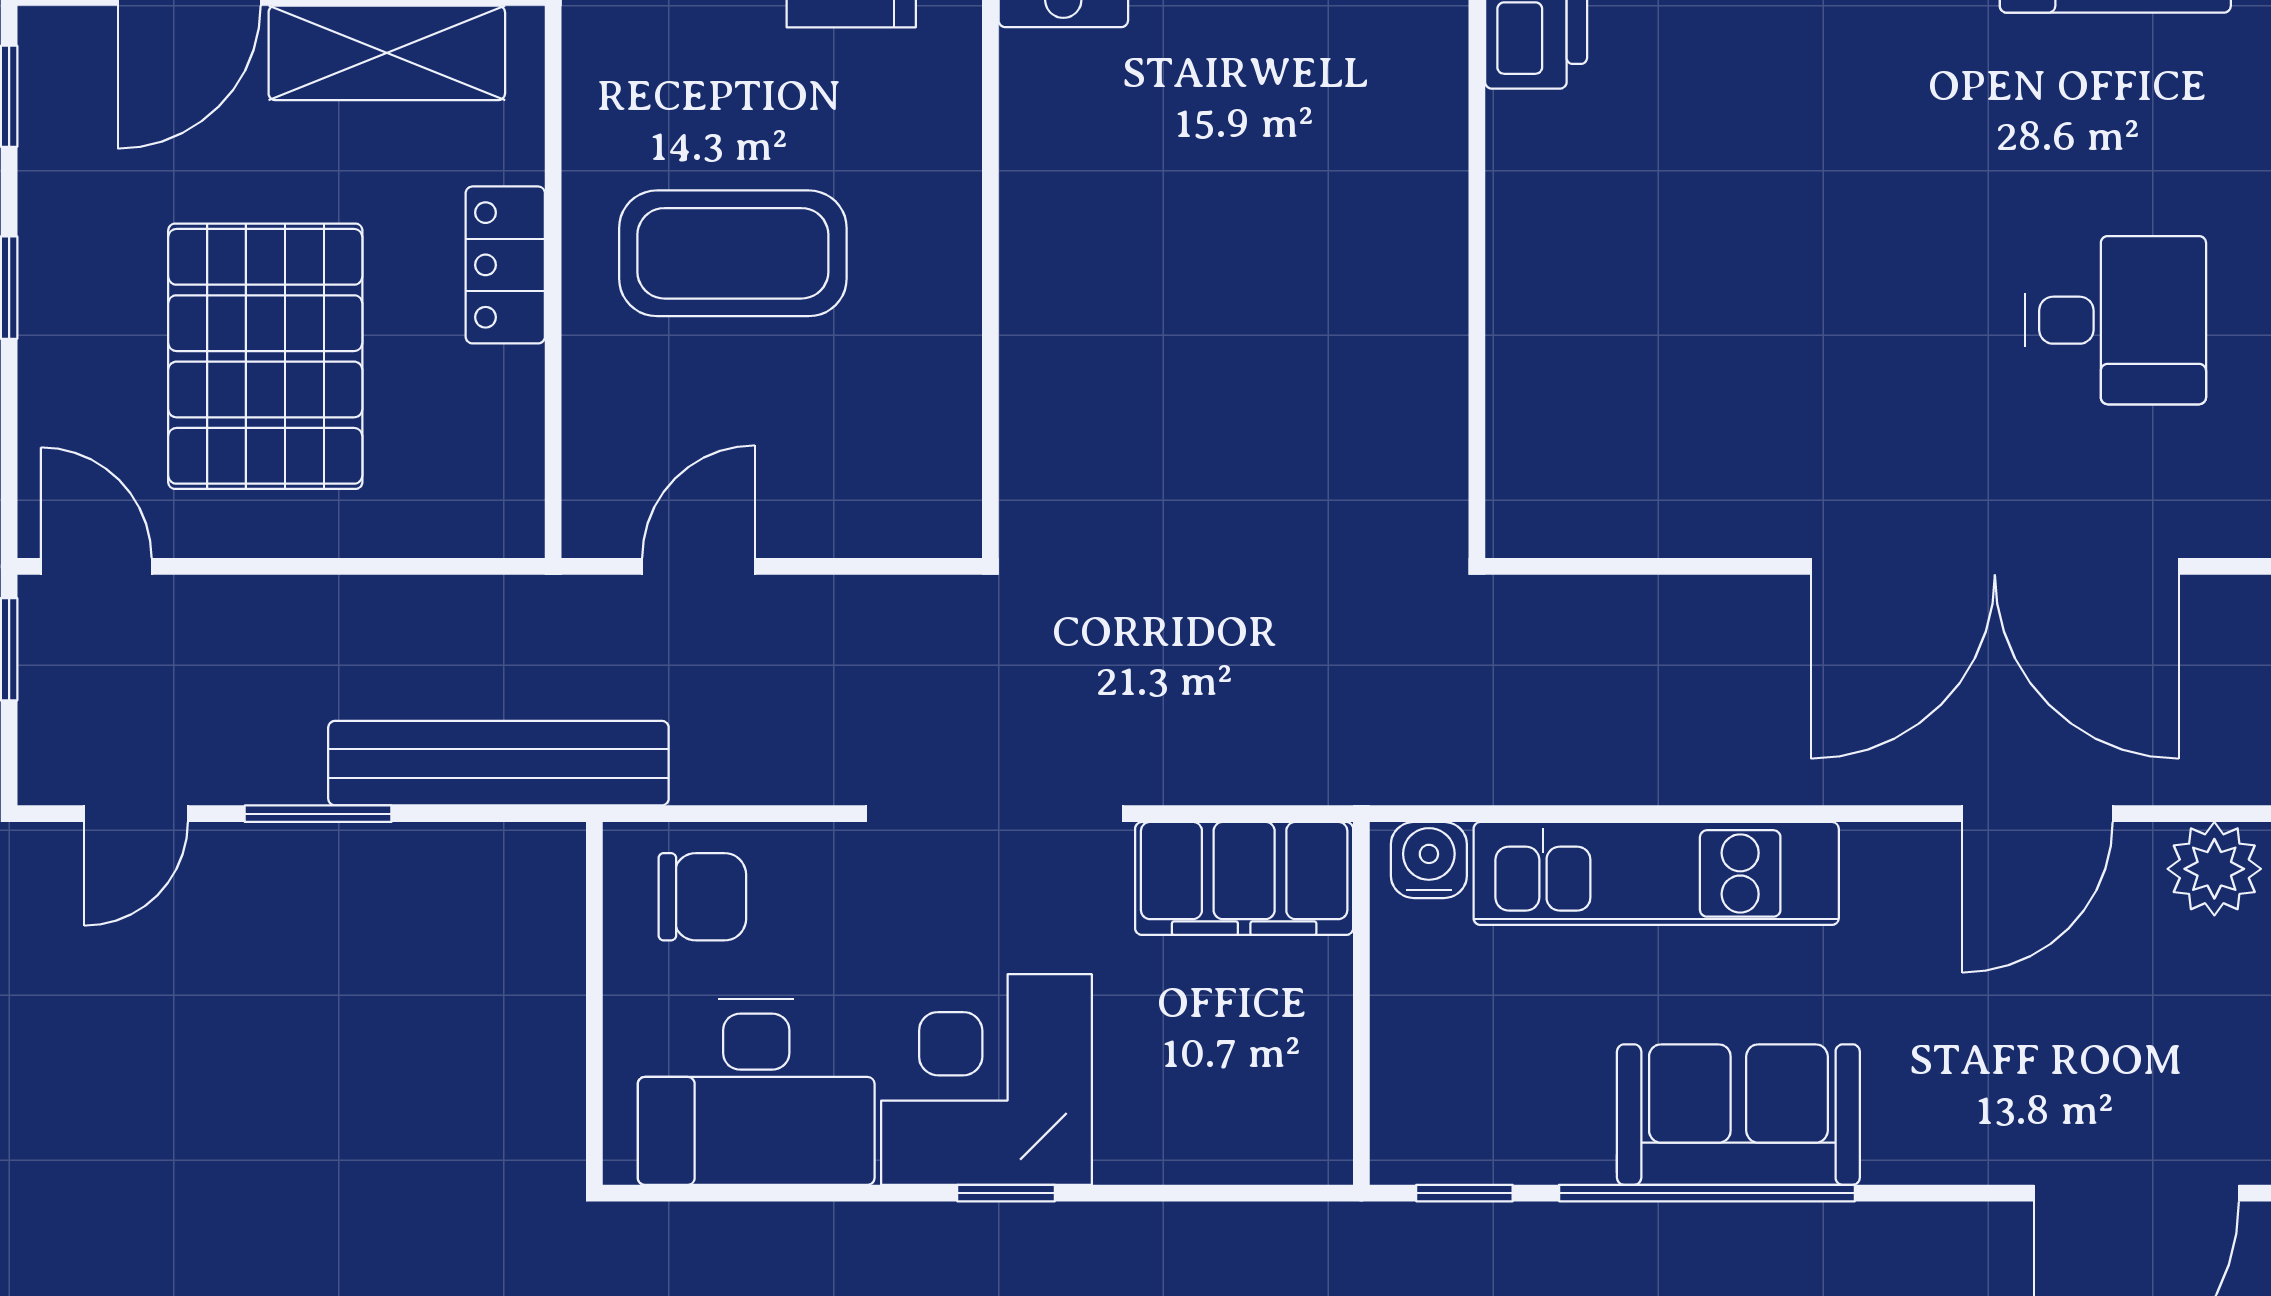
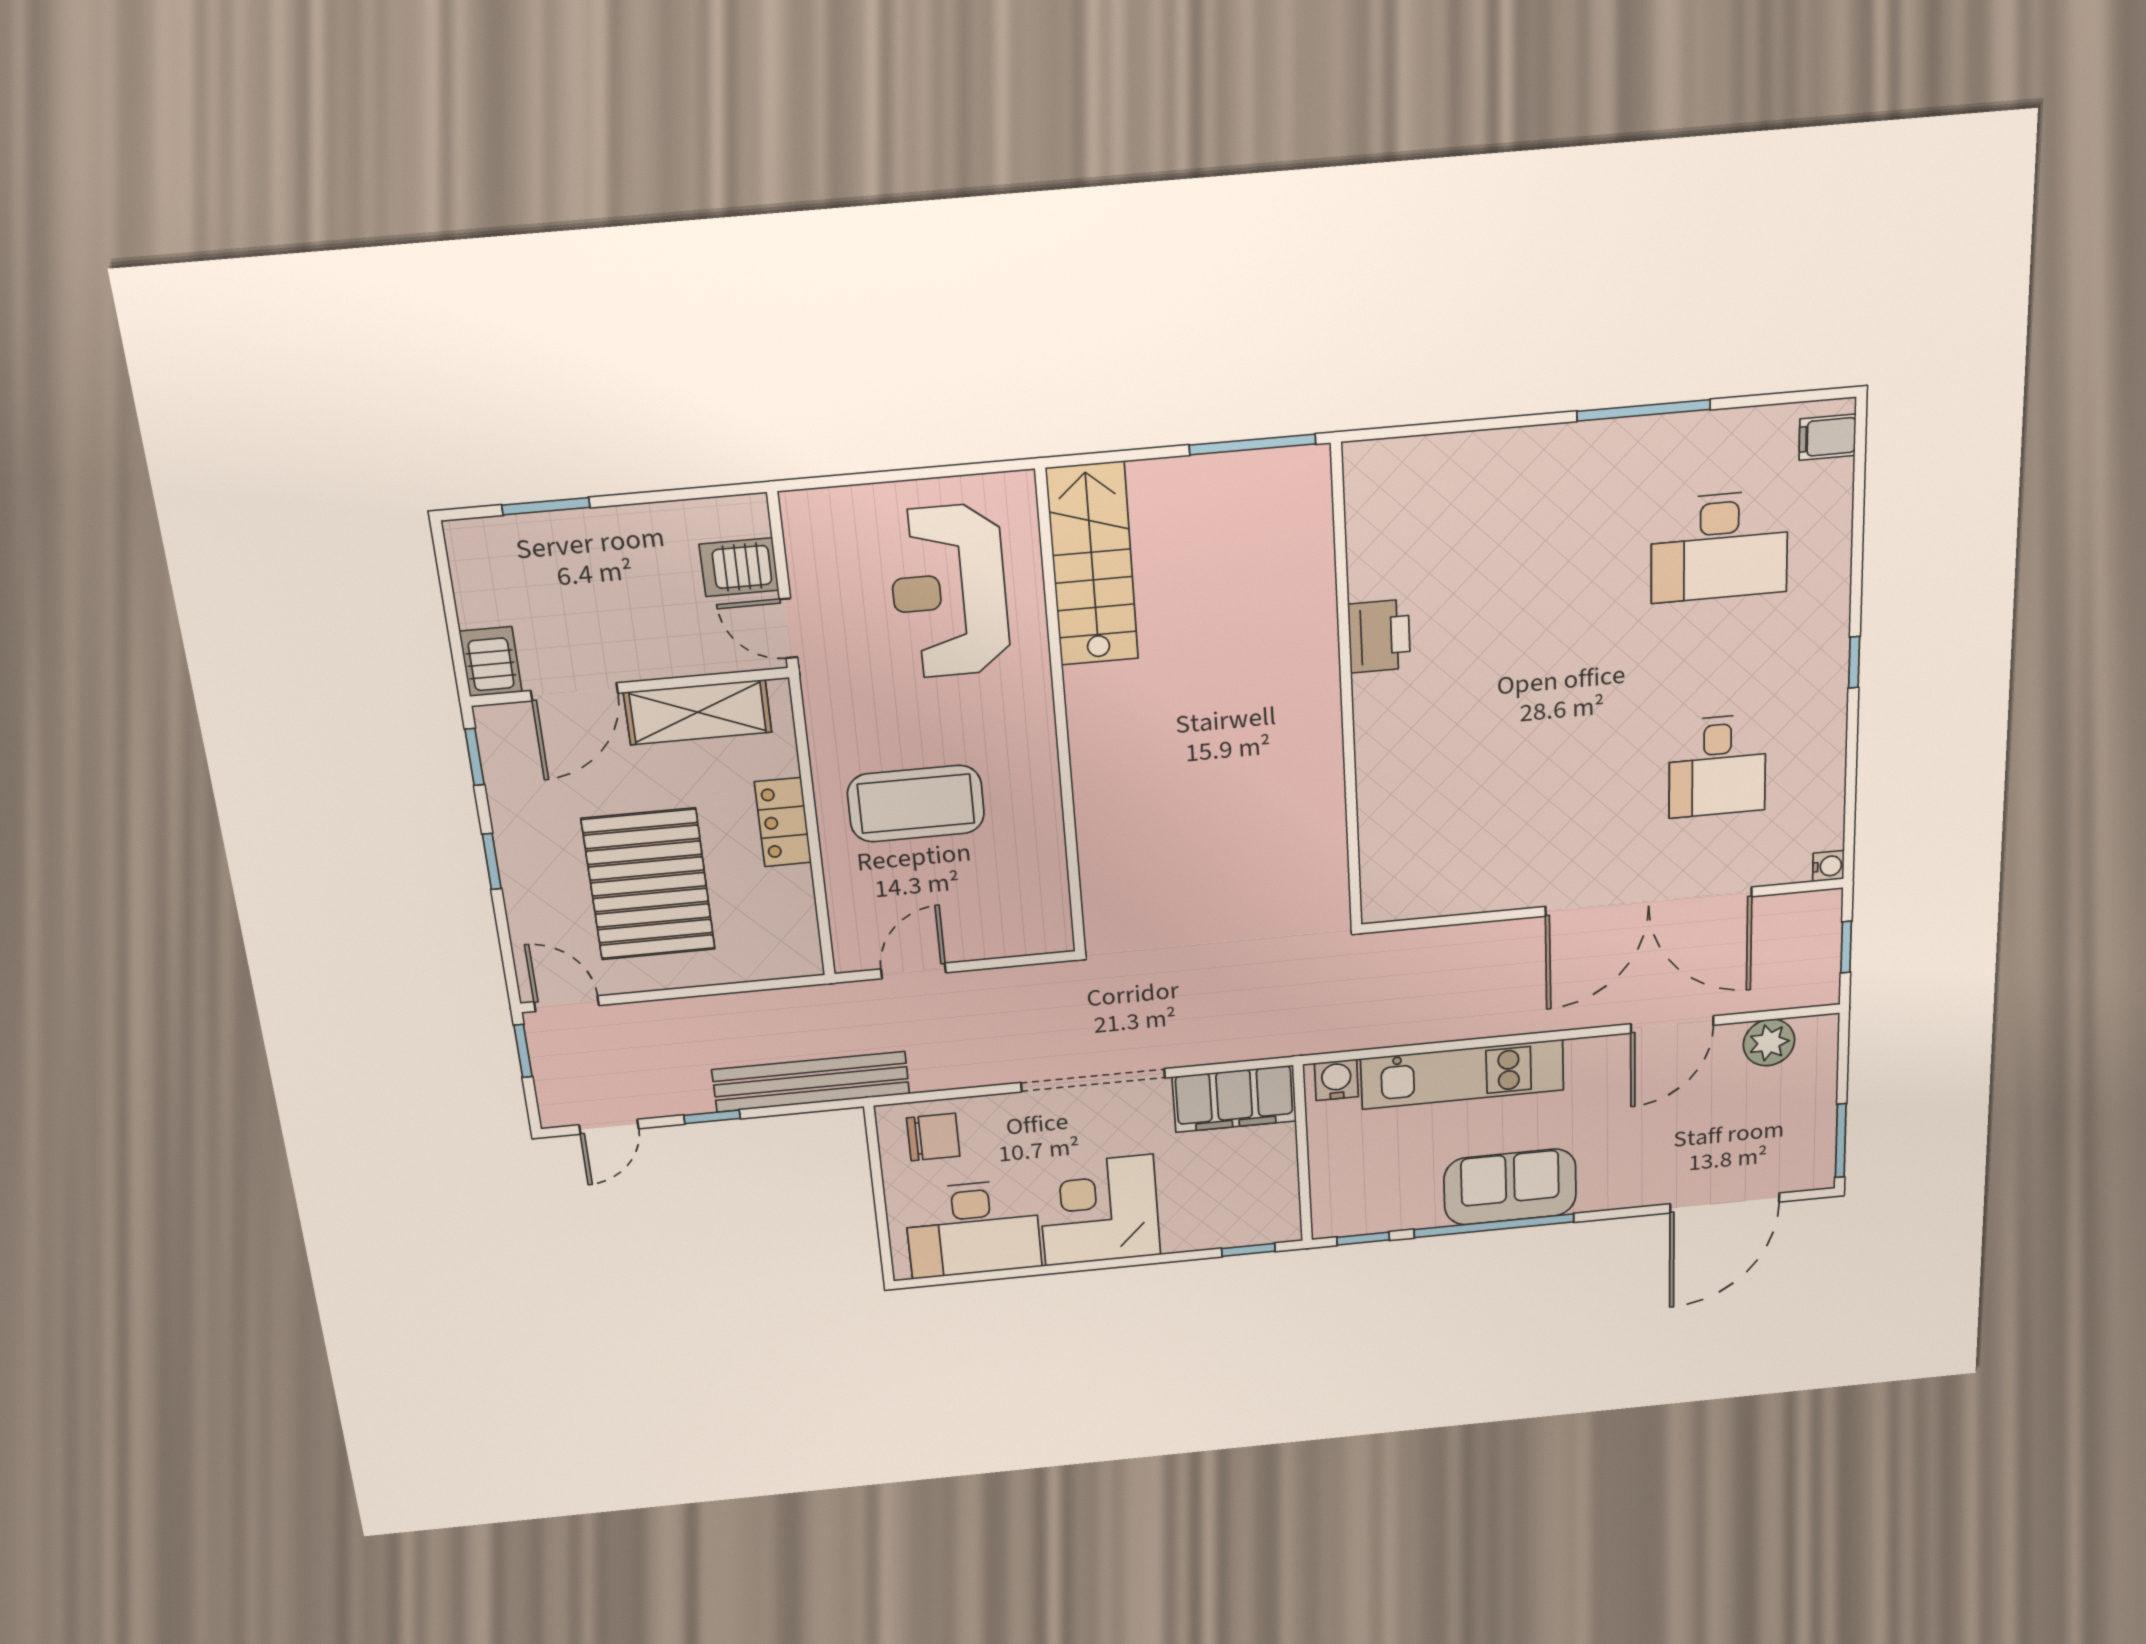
desk: (2115, 320) -> (1717, 766), turned 90
window: (318, 814) -> (712, 1117), width x0.67
window: (1006, 1193) -> (1248, 1250), moved

